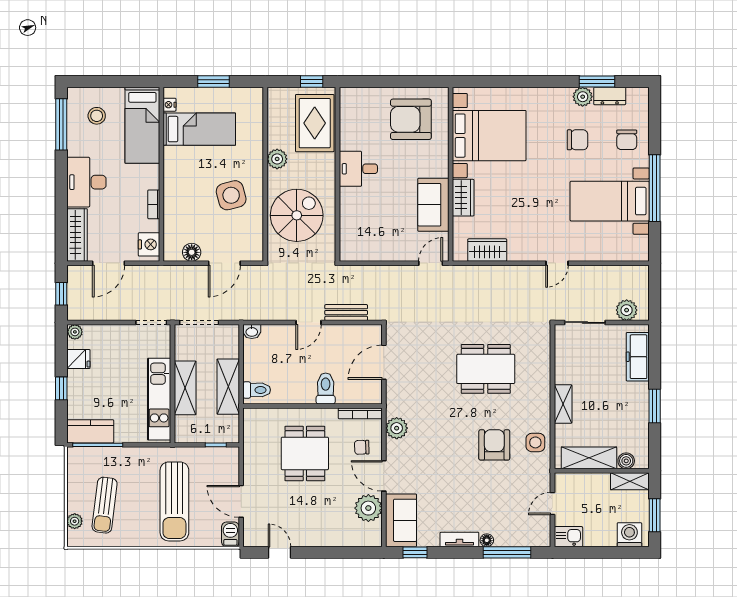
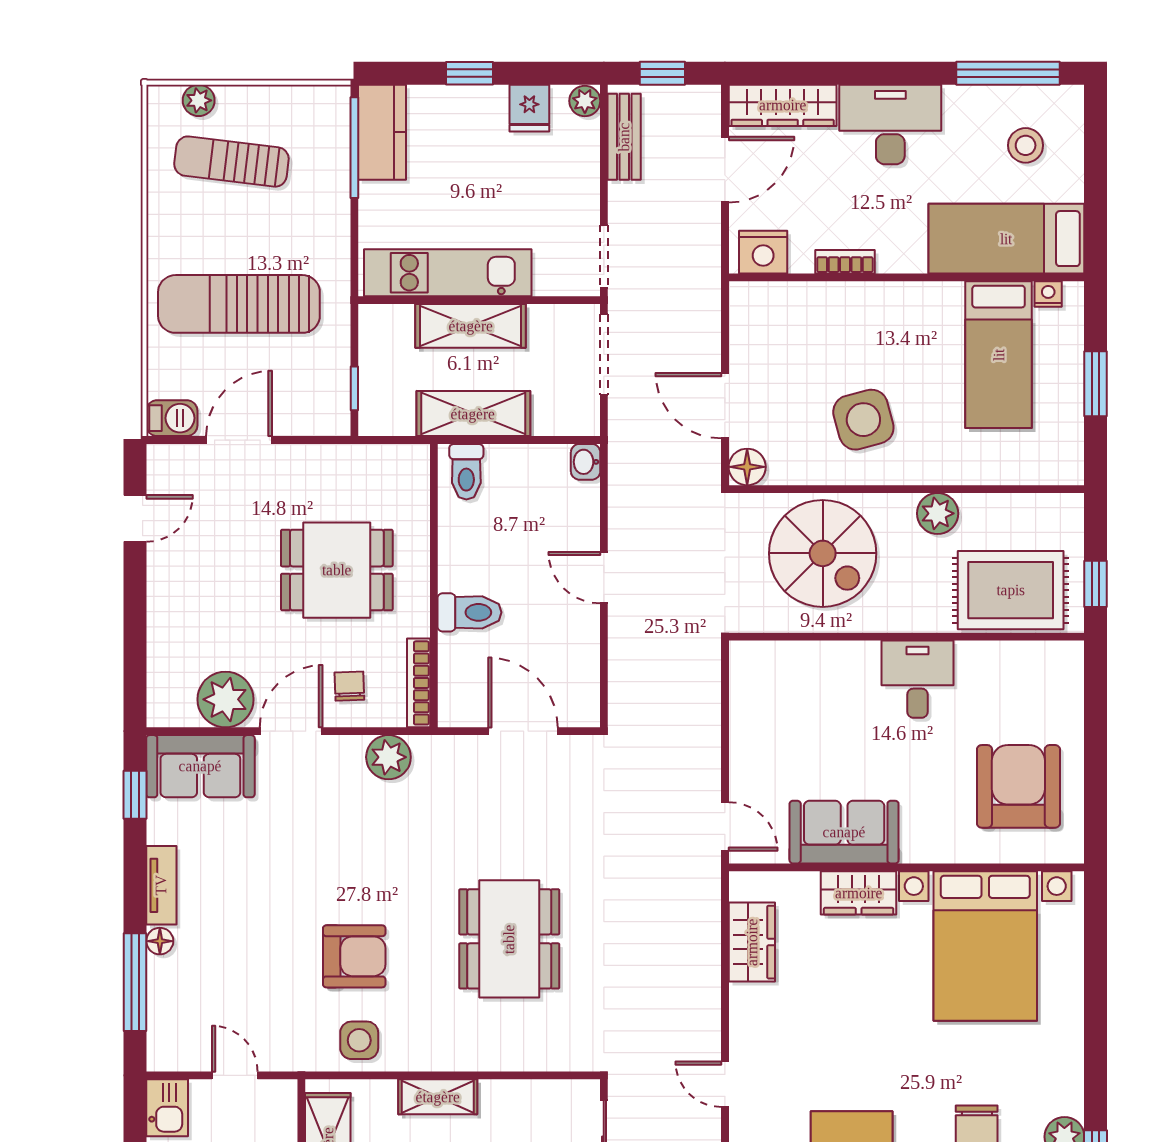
floor lamp: (192, 252) -> (747, 467), moved
door: (109, 263) -> (725, 170), swing flipped
bench: (346, 313) -> (624, 137), moved

